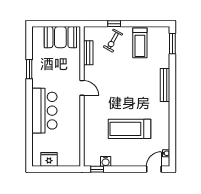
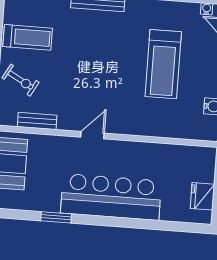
bar counter: (44, 111) -> (111, 197), width x1.36

